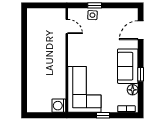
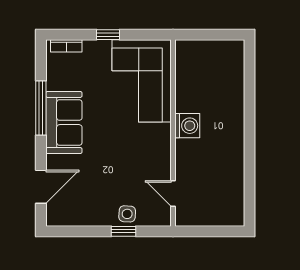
window: (141, 74) -> (41, 108), width x2.17
floor lamp: (133, 90) -> (55, 80), removed
washing machine: (59, 106) -> (187, 126), moved

